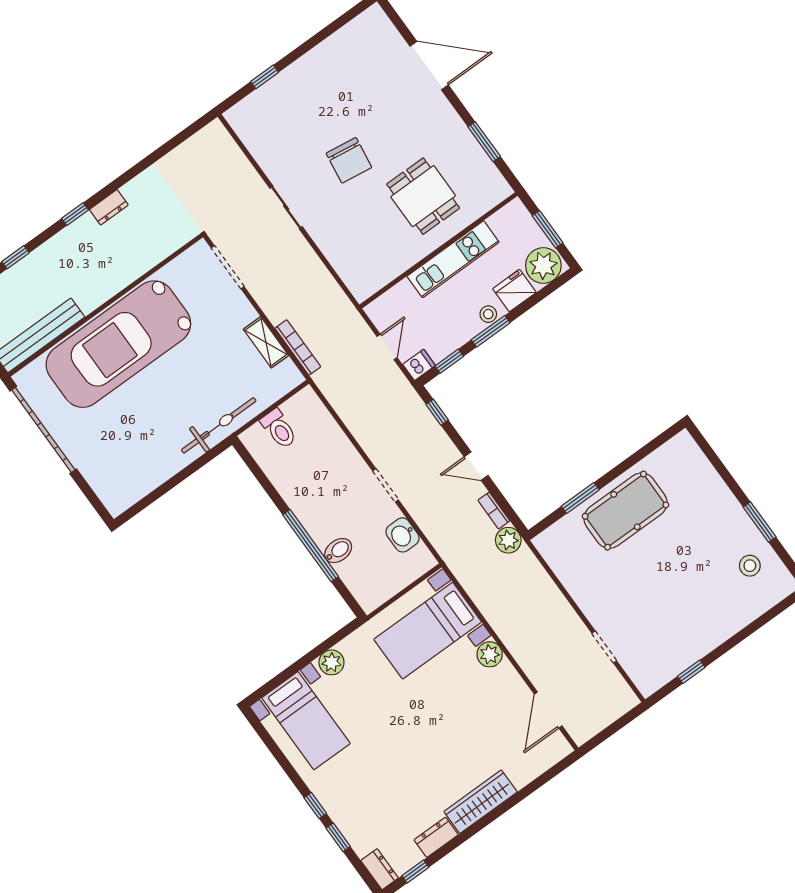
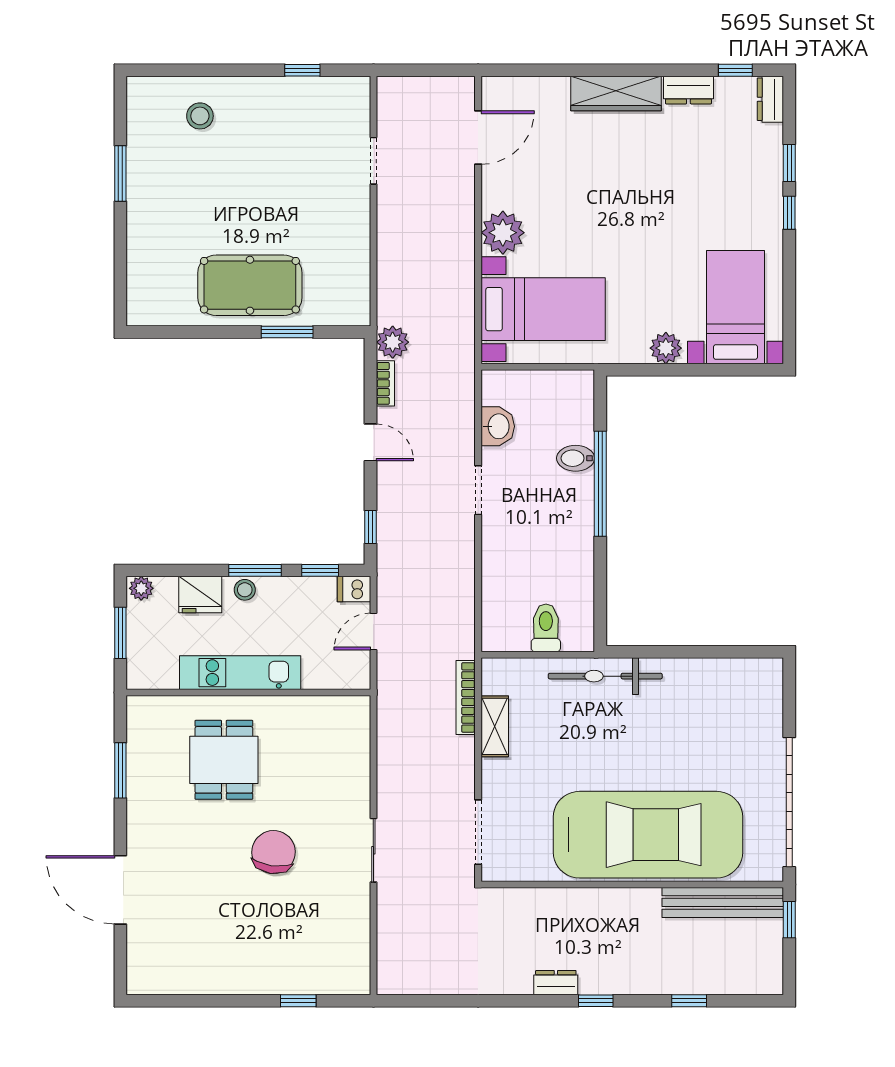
plant: (543, 265) -> (141, 588), width x0.53, depth x0.53
stool: (750, 566) -> (200, 116), moved
plant: (490, 654) -> (503, 233), width x1.36, depth x1.36

